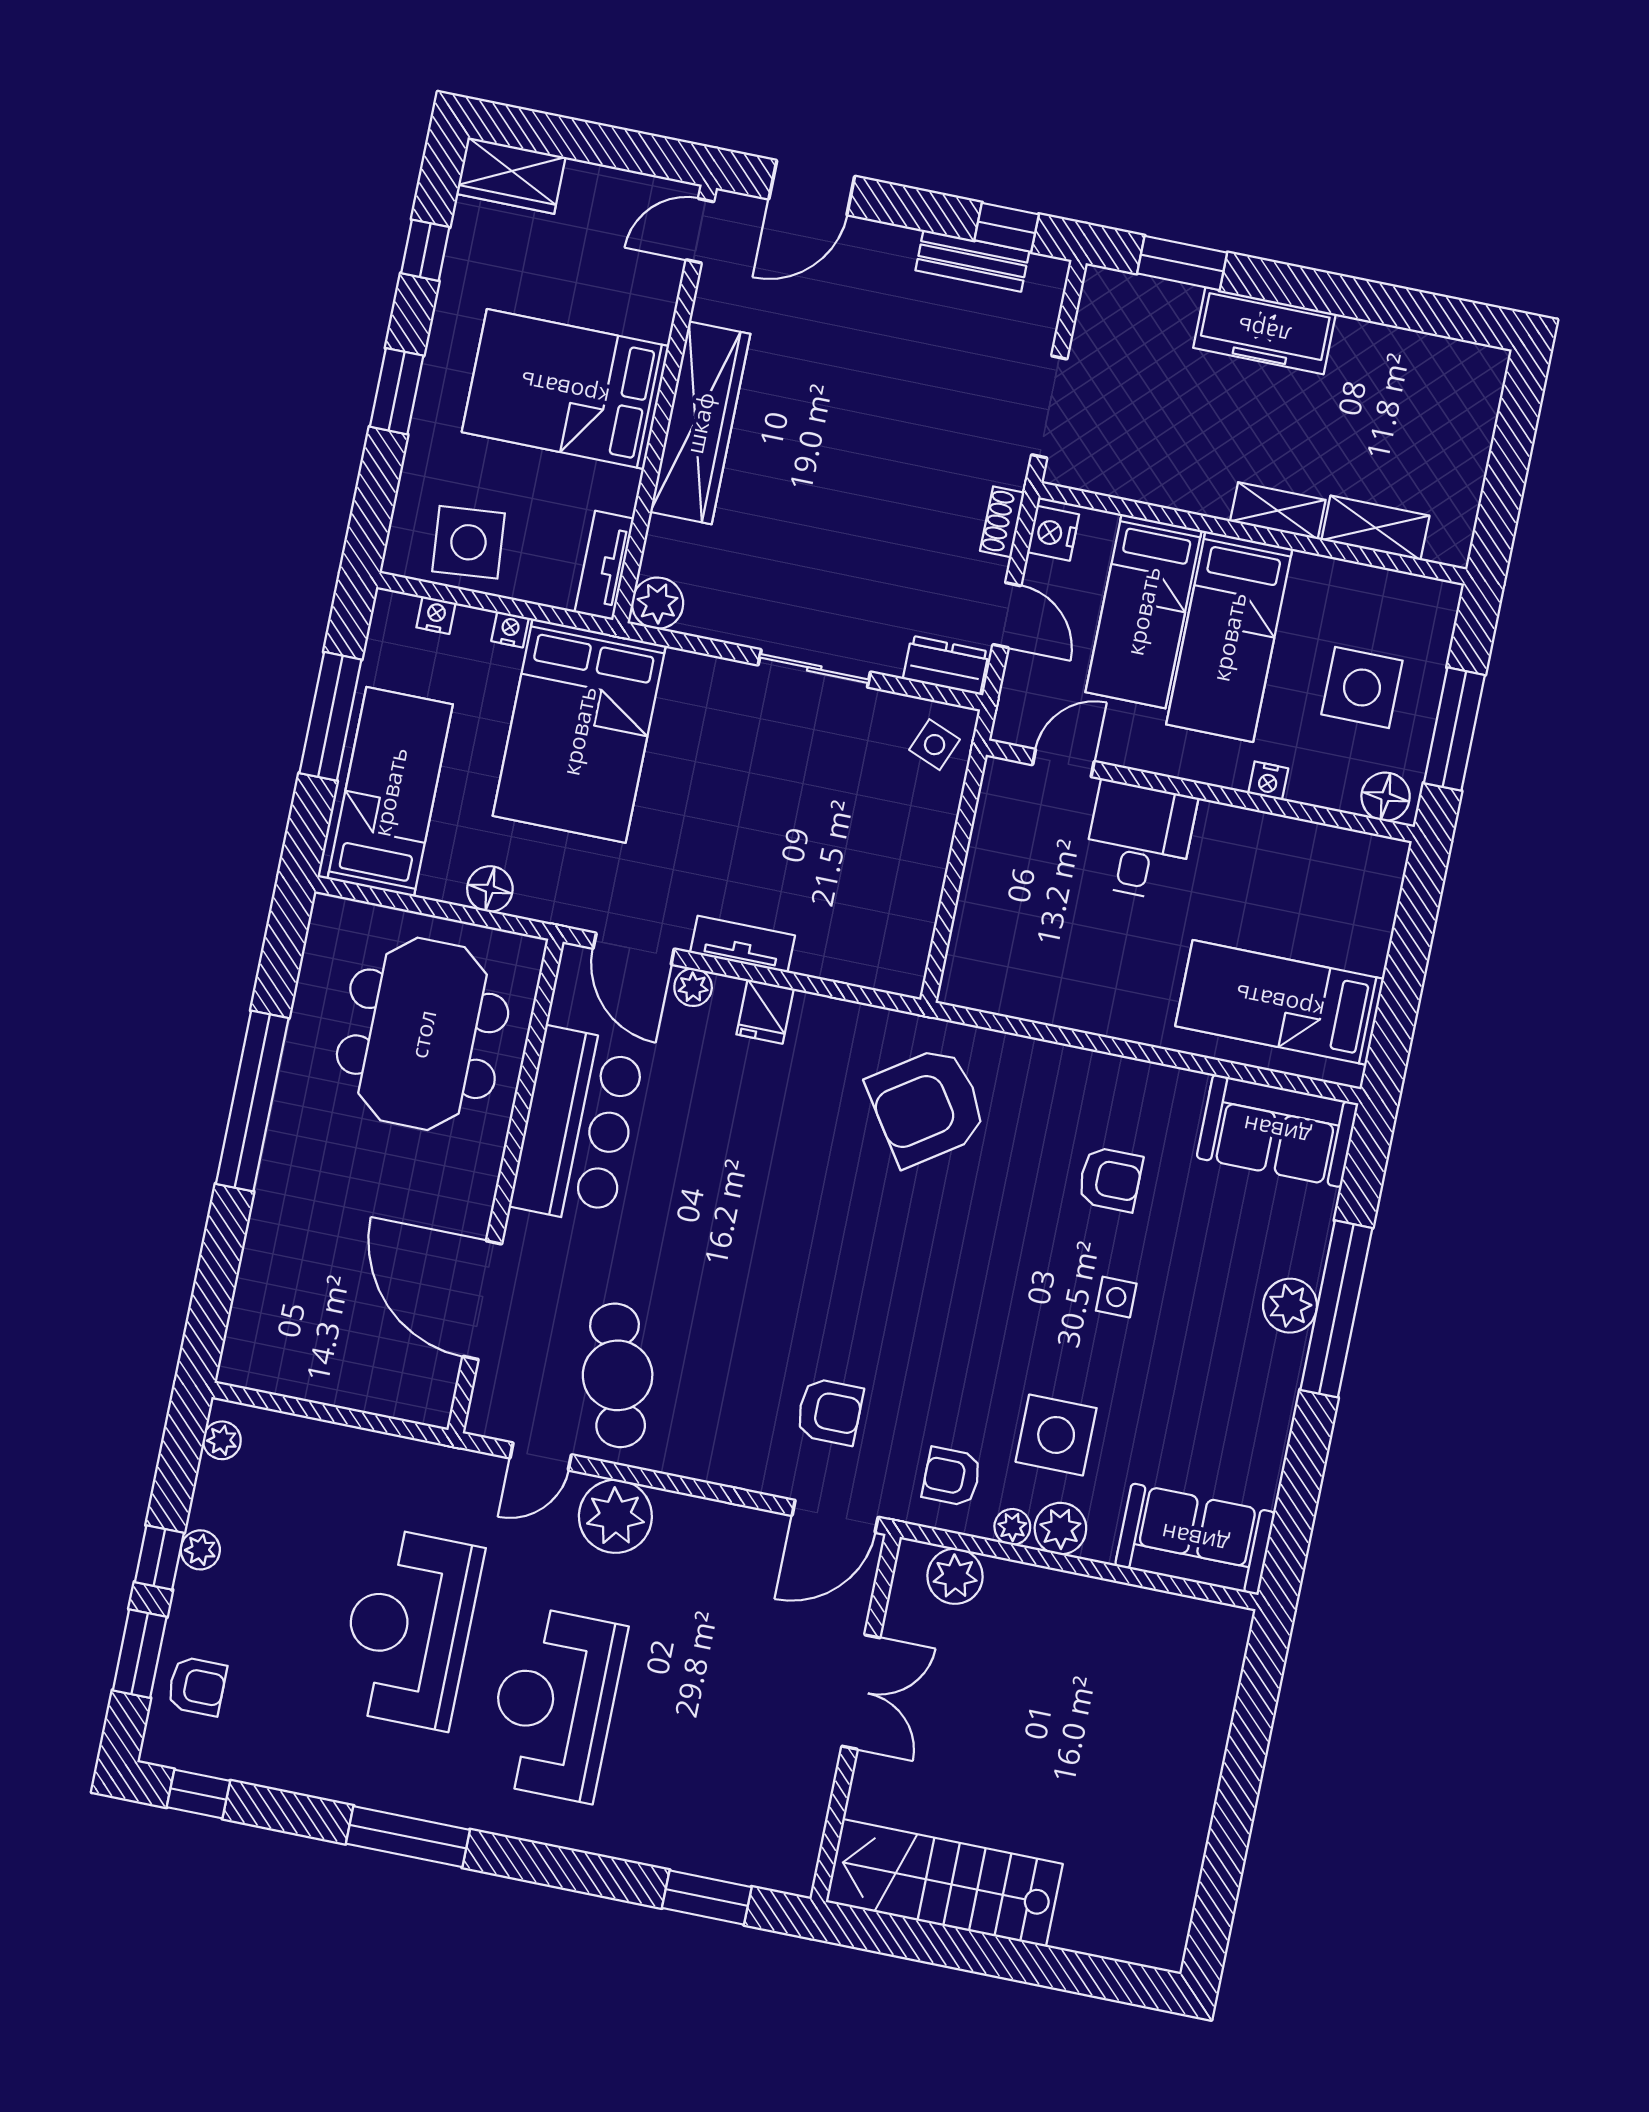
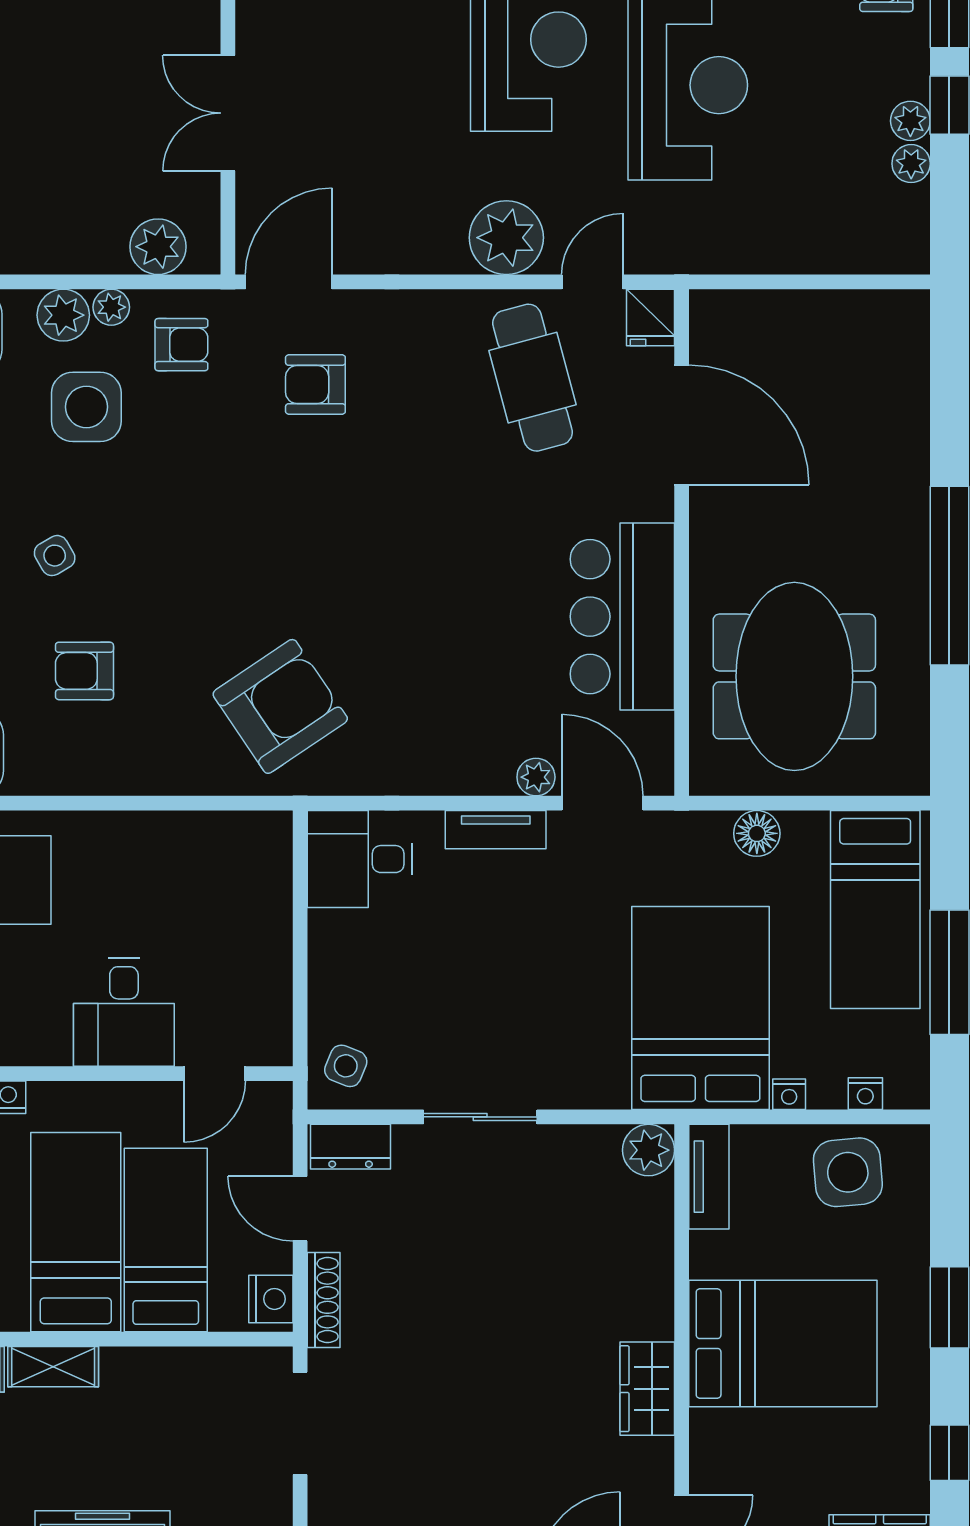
wardrobe: (700, 423) -> (647, 1389), width x0.48, depth x0.85
shoe rack: (1002, 522) -> (324, 1300), width x1.43
desk: (880, 942) -> (360, 859), added
fridge: (765, 1012) -> (650, 318), moved, turned 180
side table: (1116, 1297) -> (55, 556), turned -30
plant: (222, 1440) -> (911, 164), moved

